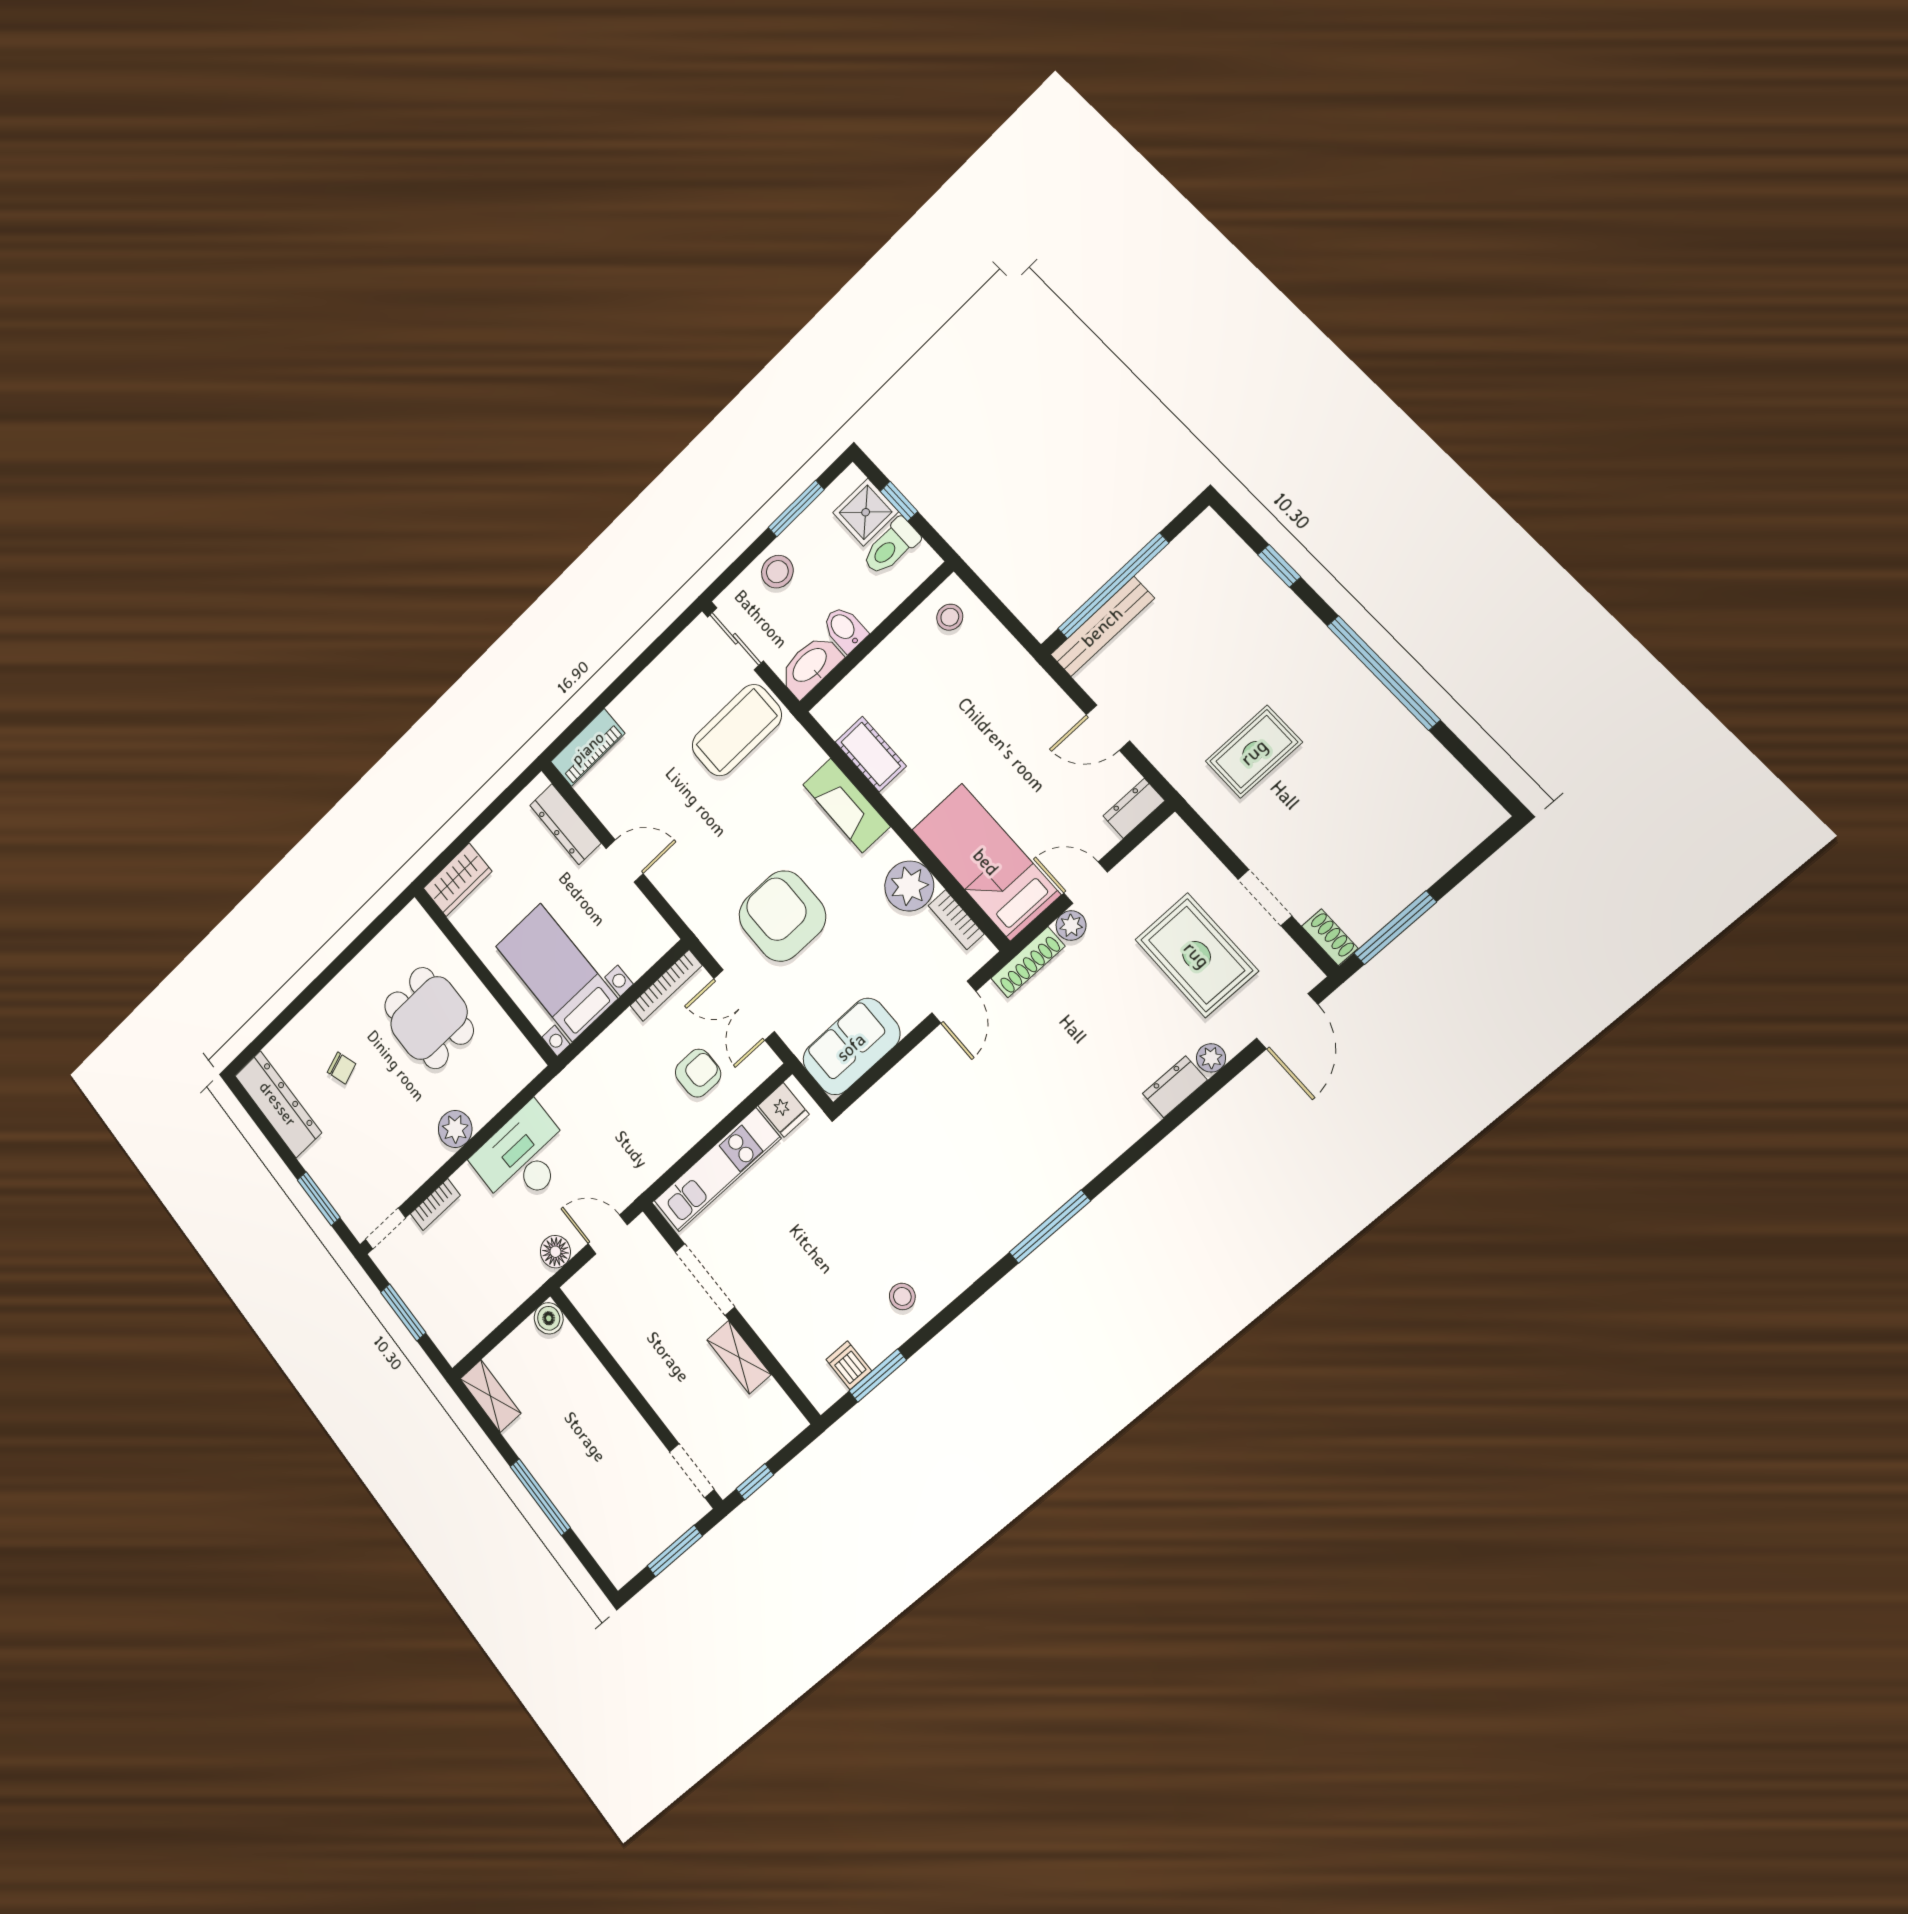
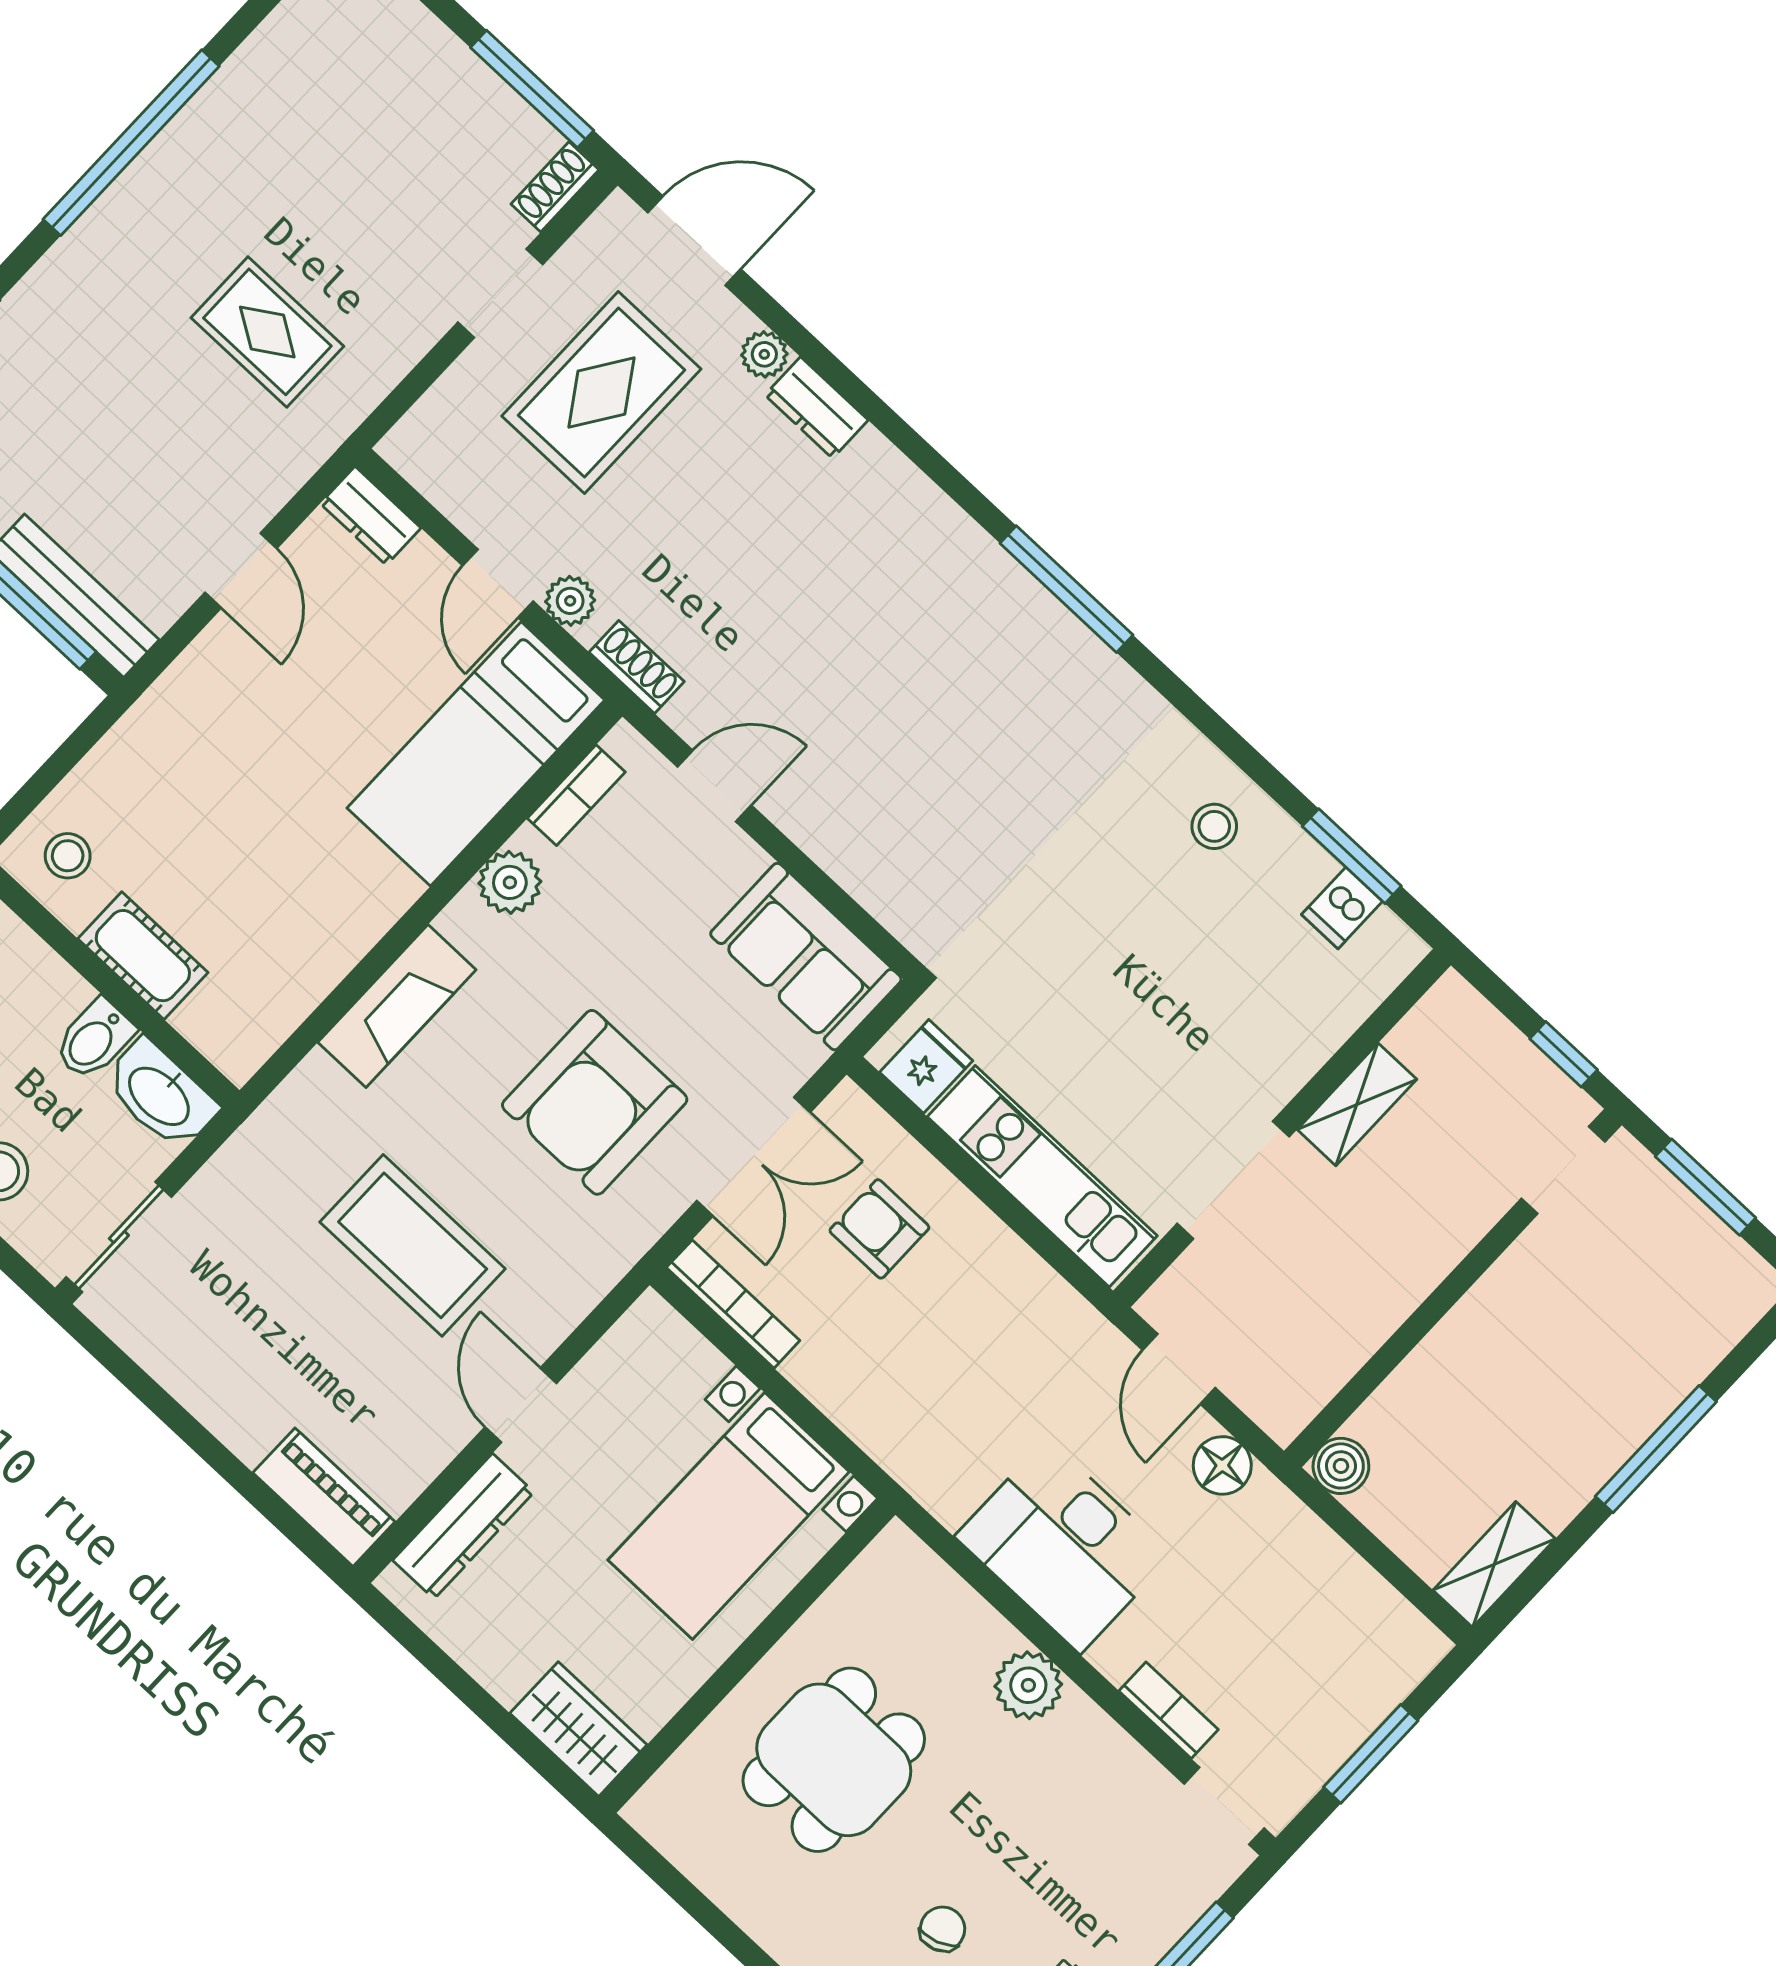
coffee table: (737, 730) -> (413, 1245), moved
cot: (871, 754) -> (143, 956), moved, turned 90
plant: (909, 886) -> (510, 882), width x0.73, depth x0.73
shoe rack: (1028, 962) -> (637, 667), width x0.70

